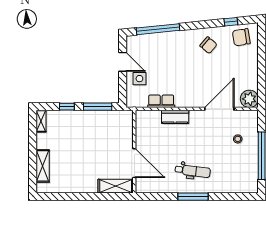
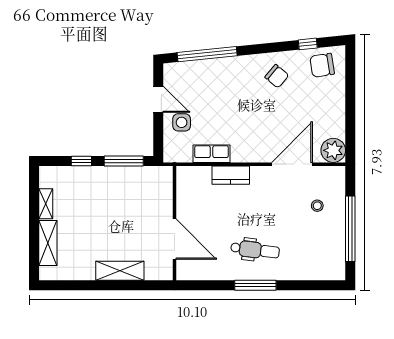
shelving: (41, 121) -> (46, 204), moved
shelving: (116, 186) -> (120, 271), moved

